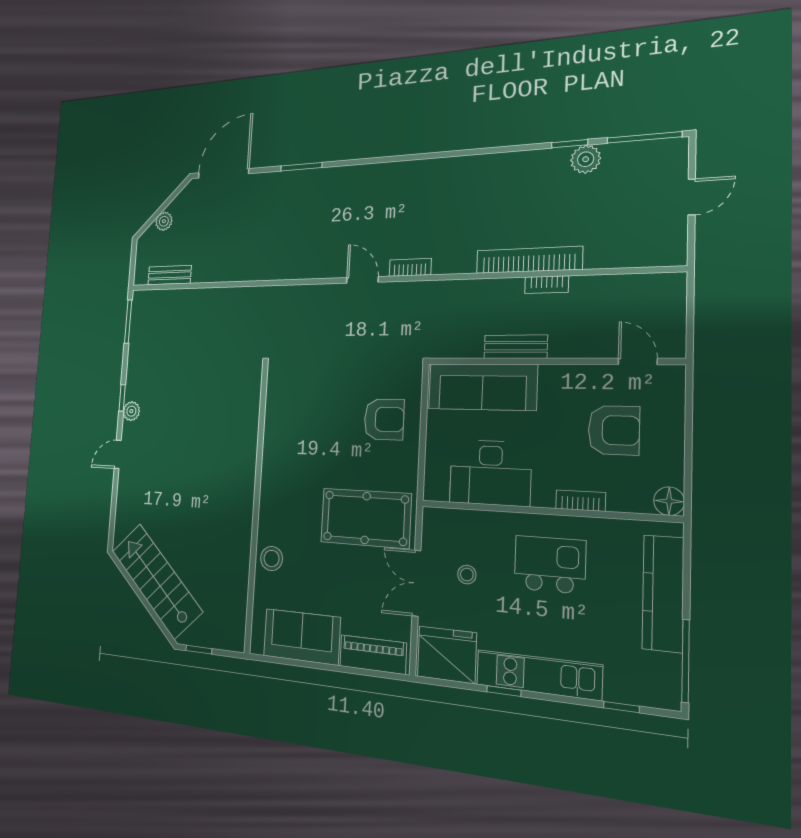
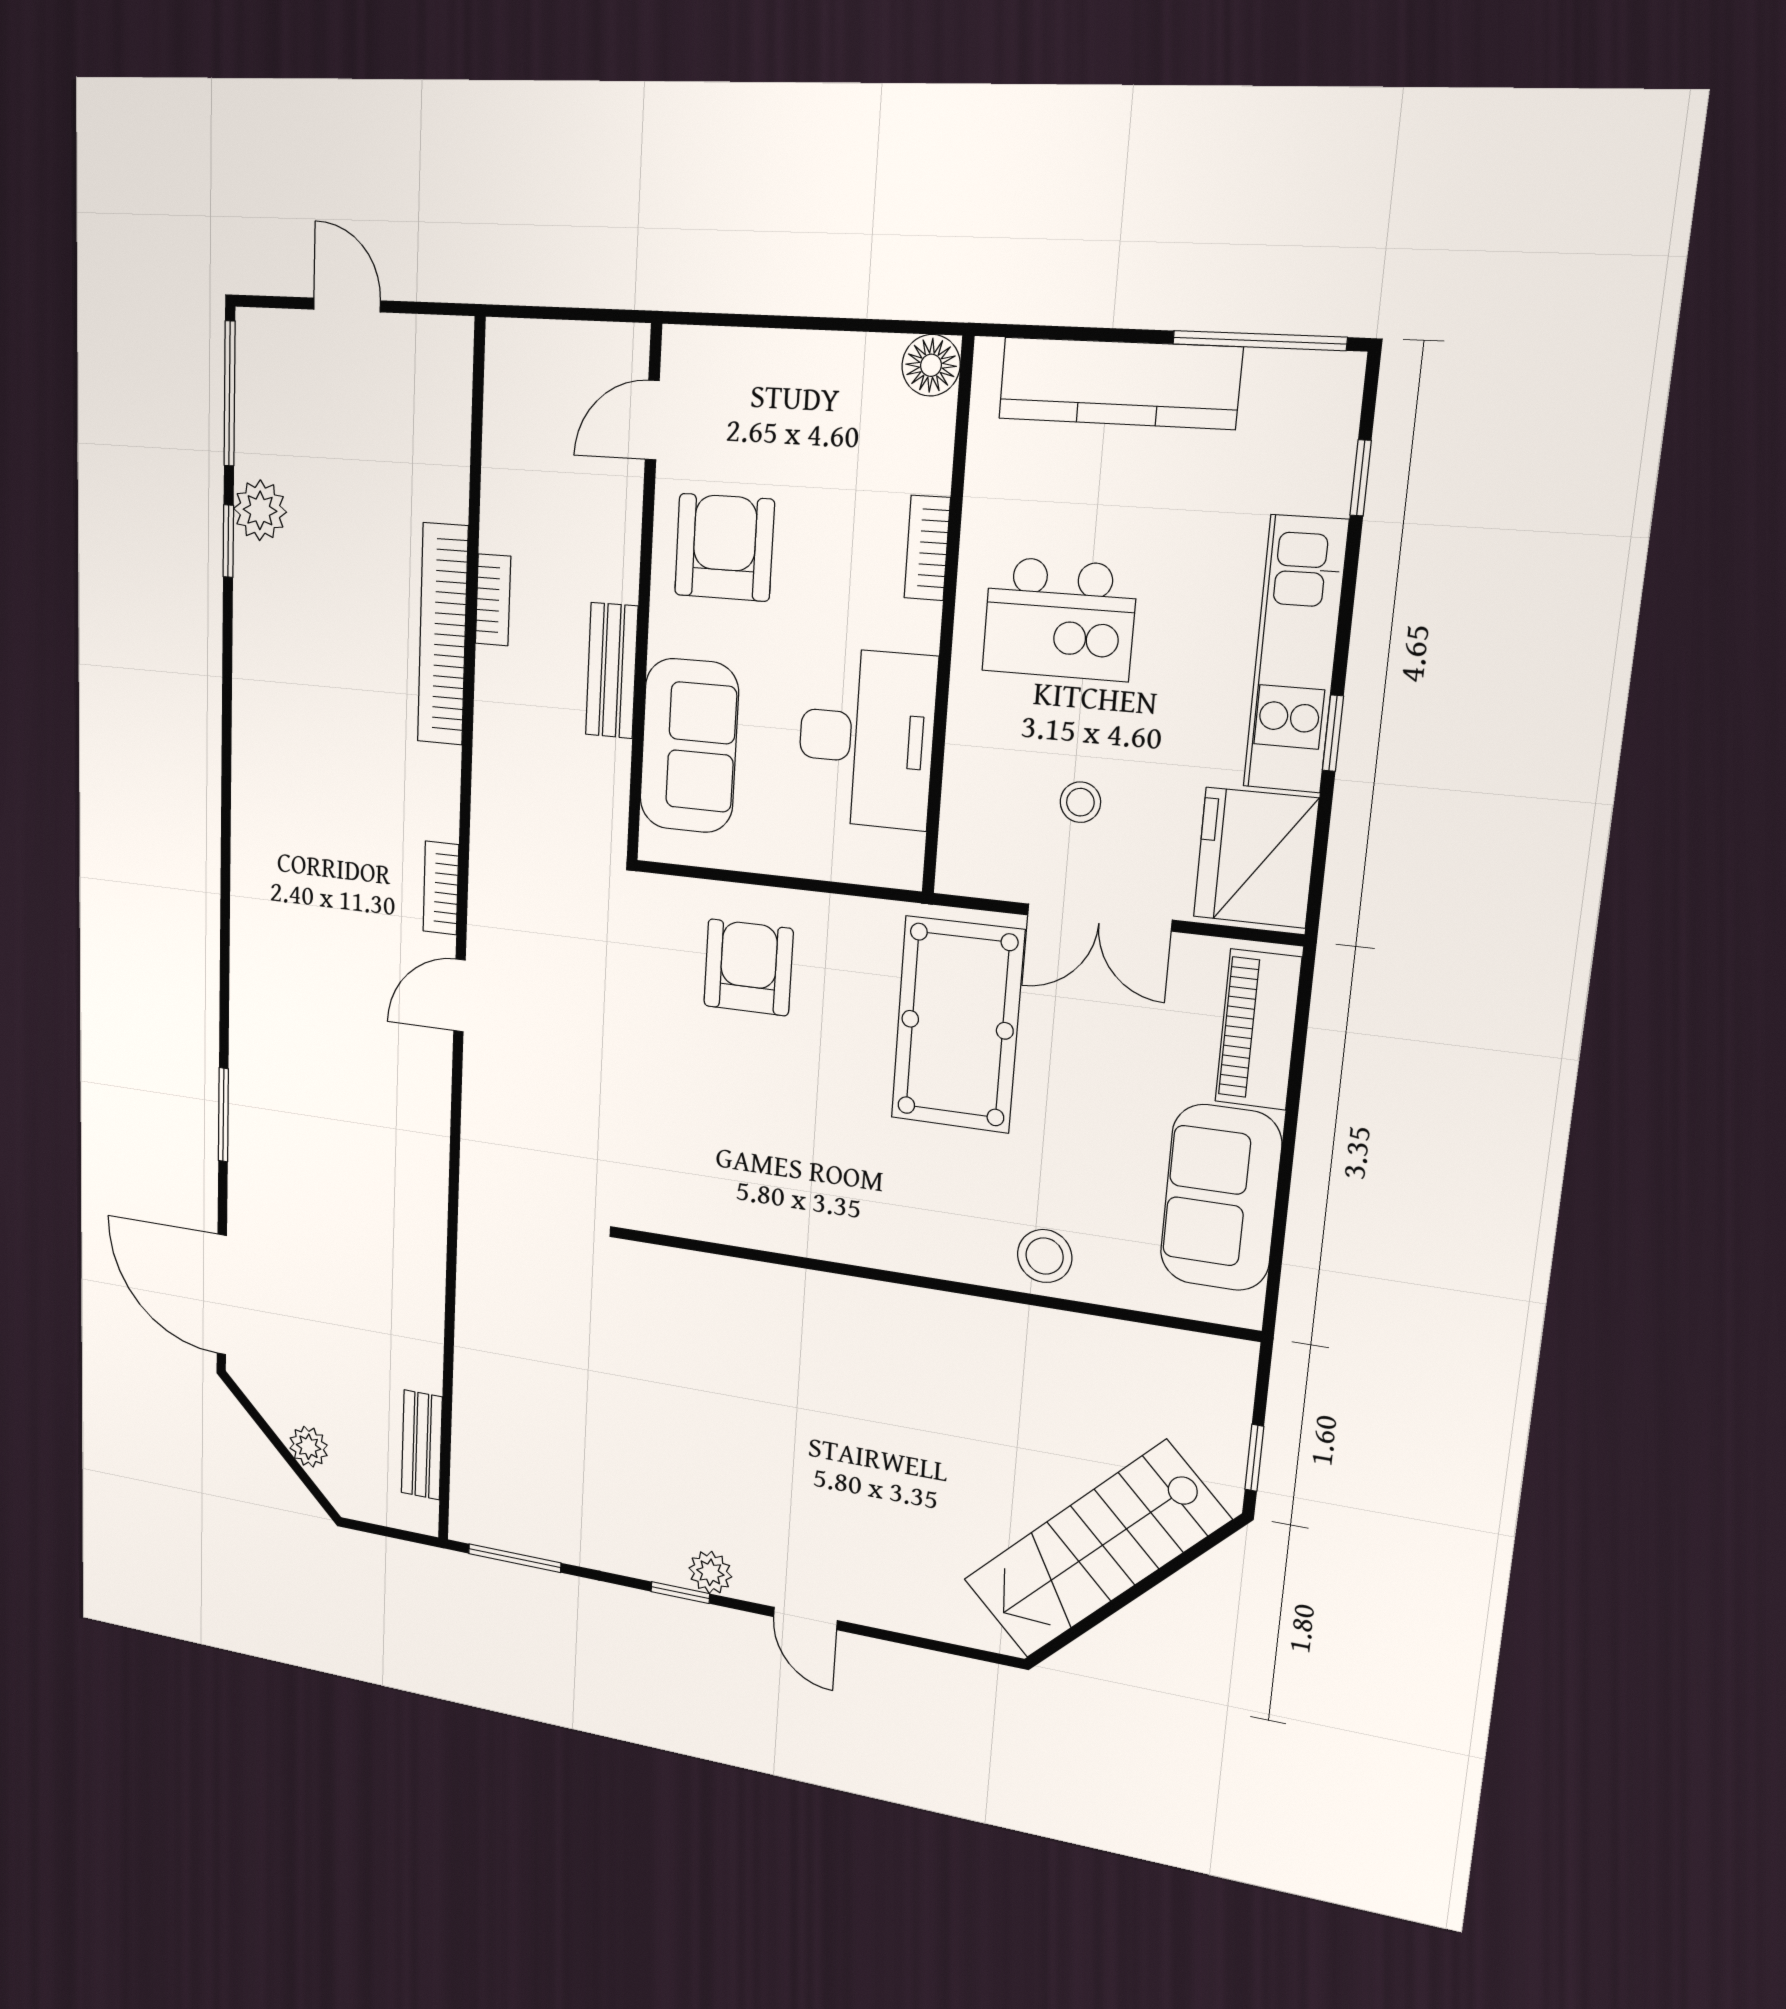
sofa: (482, 387) -> (689, 746), width x0.73
armchair: (614, 430) -> (724, 547), moved
kitchen island: (550, 565) -> (1059, 619), turned -90

